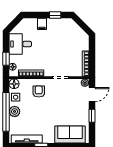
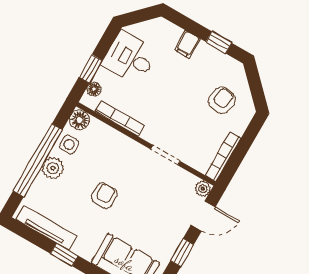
armchair: (71, 40) -> (222, 100), added
armchair: (39, 92) -> (104, 196), moved

